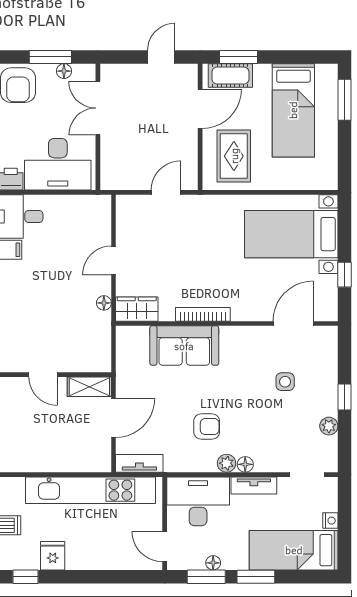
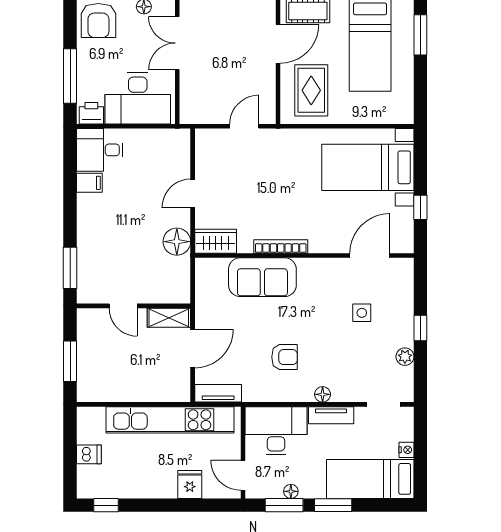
floor lamp: (104, 303) -> (177, 242), width x1.89, depth x1.89
plant: (226, 463) -> (304, 393), removed
fridge: (53, 556) -> (190, 484), moved

